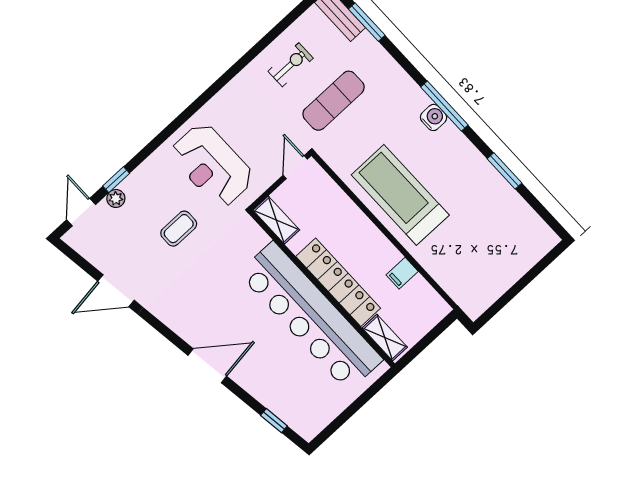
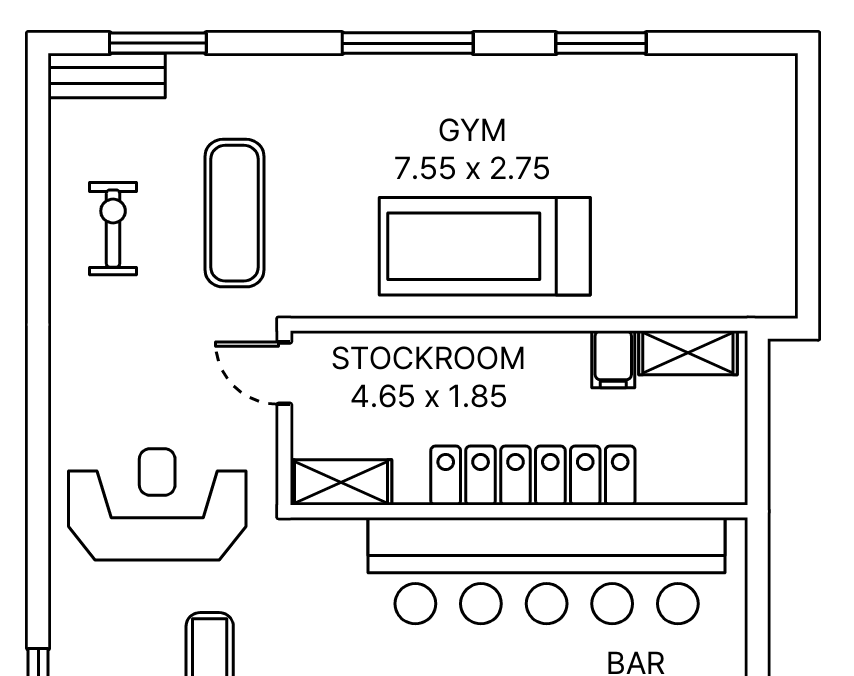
water cooler: (434, 117) -> (410, 78), removed
reception desk: (212, 165) -> (157, 504), turned 180
shelving: (385, 338) -> (688, 353), moved

